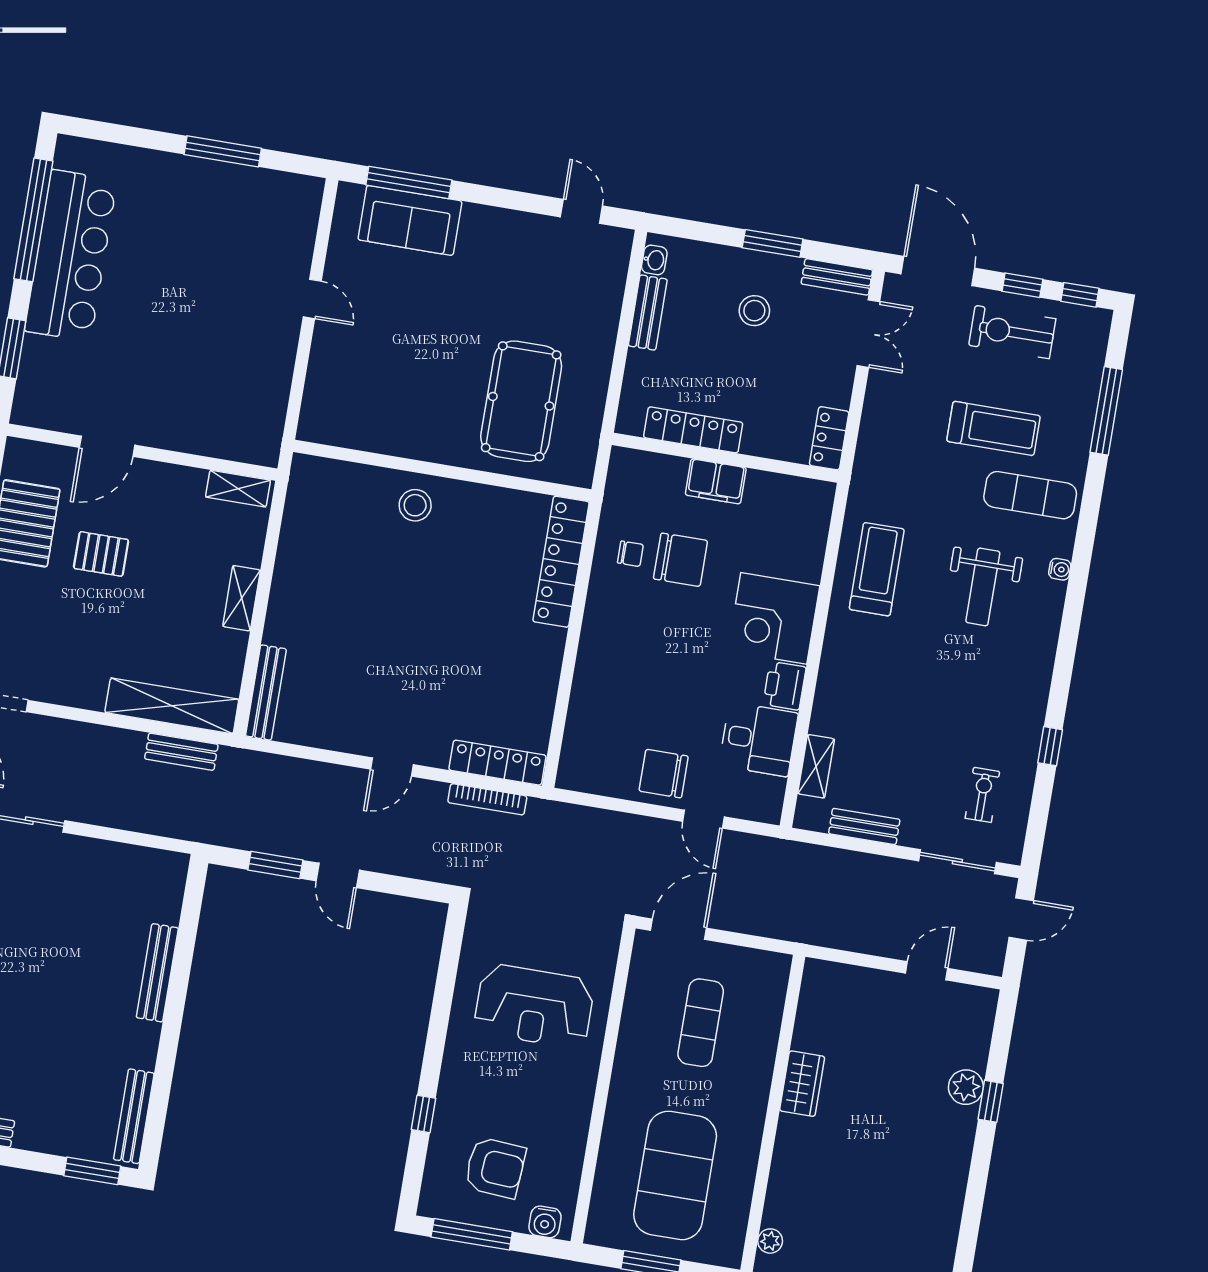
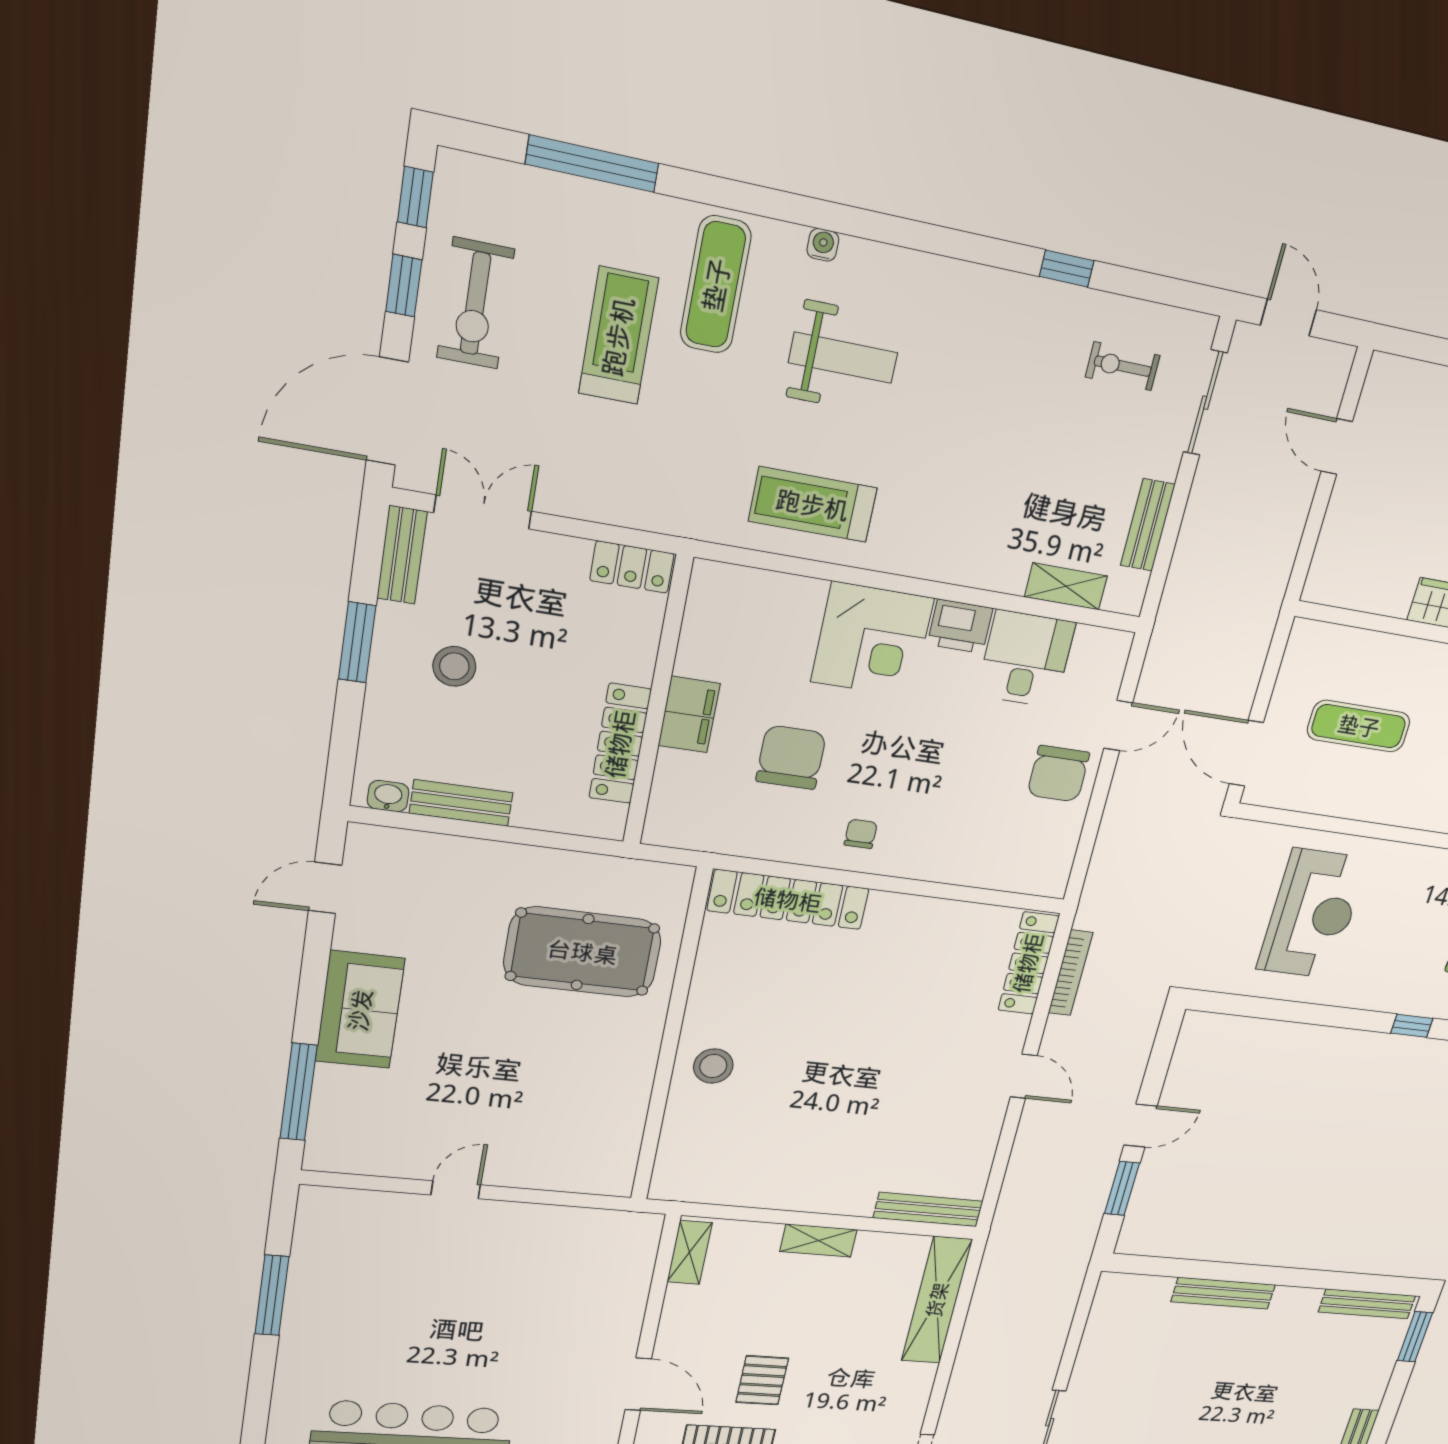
sofa: (410, 220) -> (360, 1010), moved
chair: (630, 554) -> (861, 834), moved
bench: (181, 752) -> (988, 1288), removed

